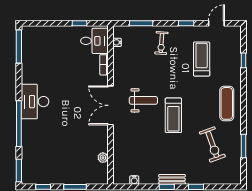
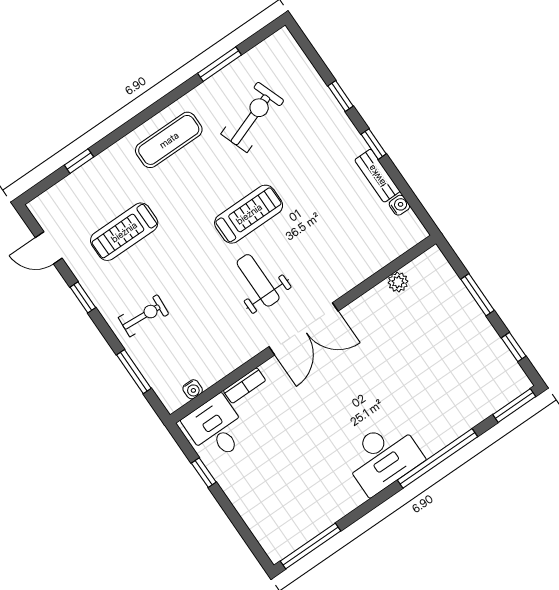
bench: (172, 179) -> (377, 176), moved

